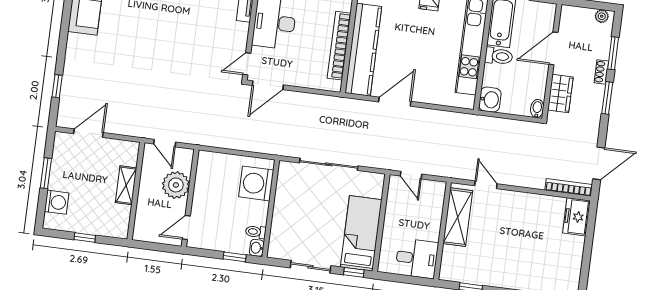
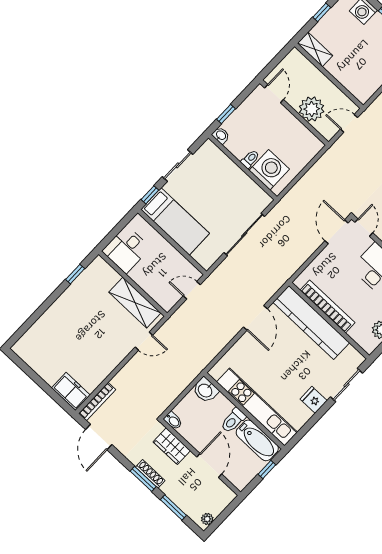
shoe rack: (601, 72) -> (150, 474), moved, width x1.43
shelving: (126, 185) -> (315, 49), moved
toilet: (256, 232) -> (250, 159), moved

